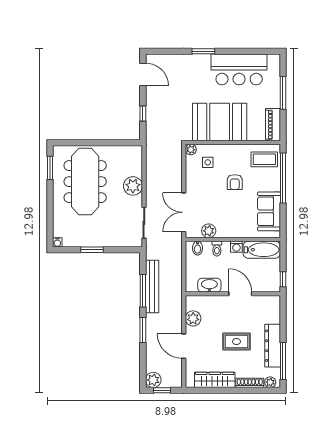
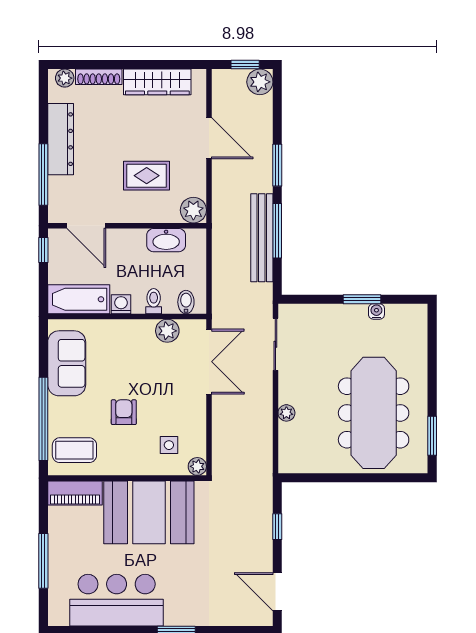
piano: (273, 125) -> (75, 493), moved, turned 90
plant: (133, 186) -> (286, 413), width x0.53, depth x0.53
water cooler: (57, 242) -> (376, 311), moved
door: (240, 294) -> (86, 226), moved
plant: (193, 318) -> (193, 210), moved
rug: (236, 342) -> (147, 176), moved
window: (283, 361) -> (43, 175), moved

